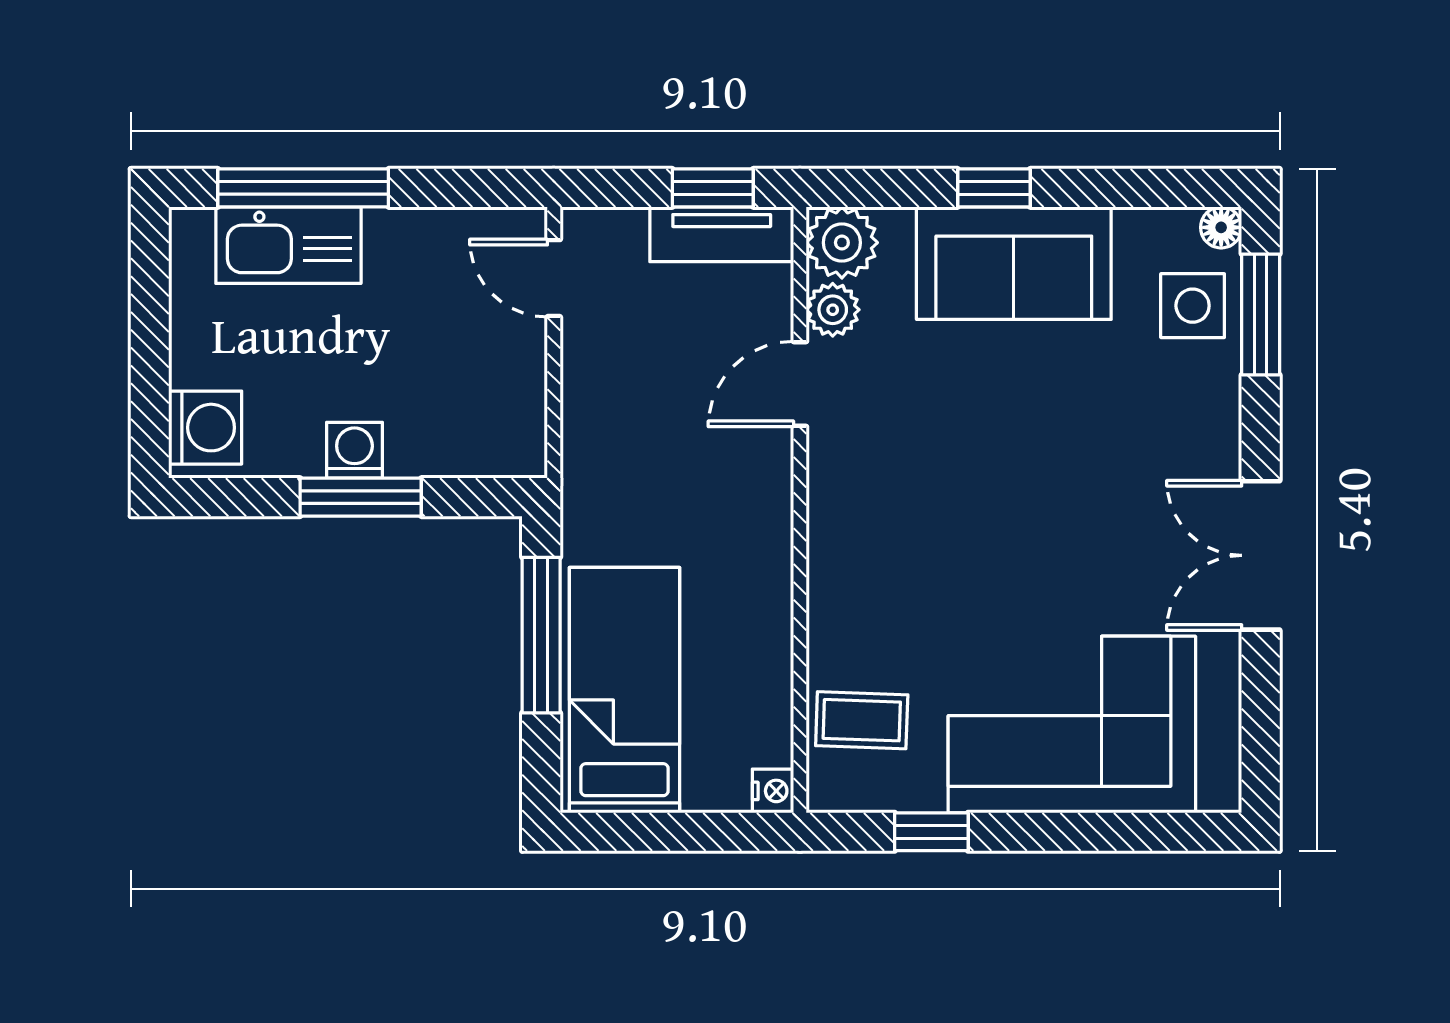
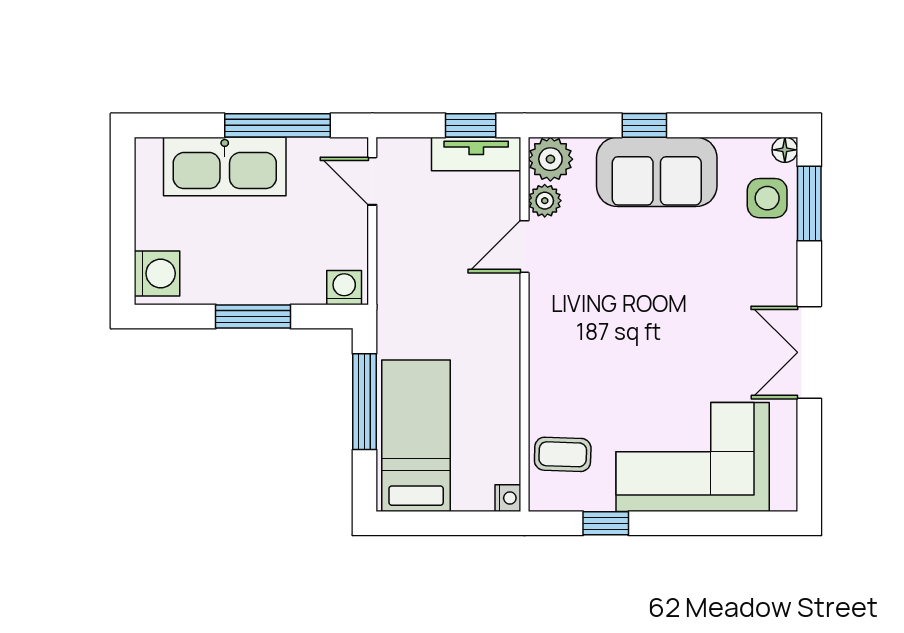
window: (303, 188) -> (277, 125), moved
kitchen sink: (288, 245) -> (225, 166), width x1.36, depth x1.24
washing machine: (354, 450) -> (344, 288), moved

